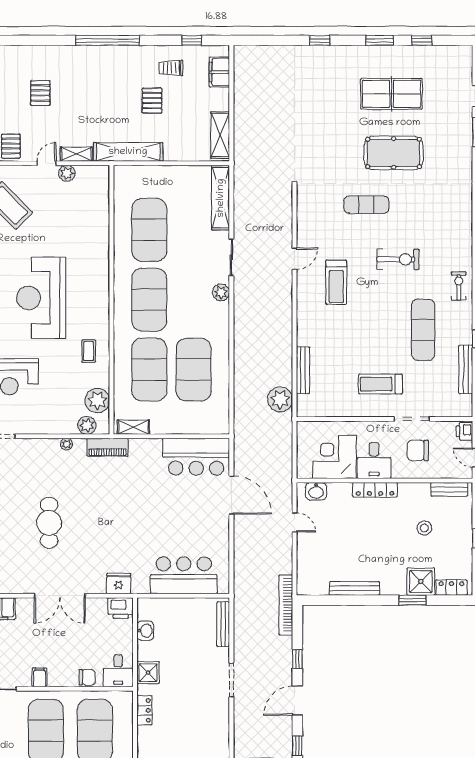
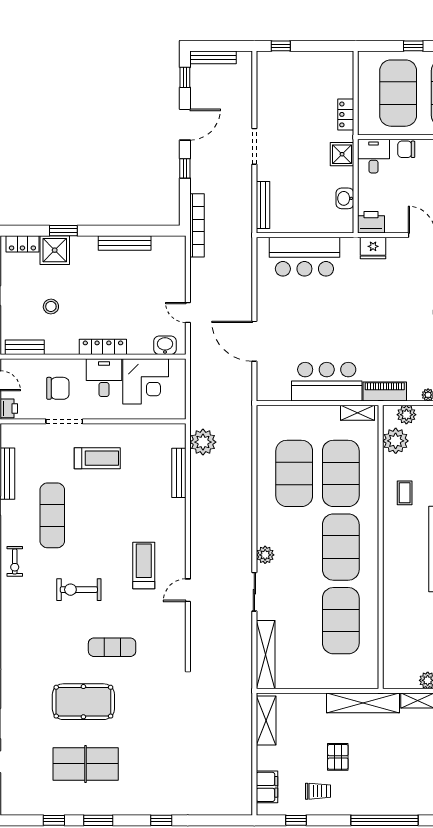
bar counter: (196, 457) -> (327, 382), moved

